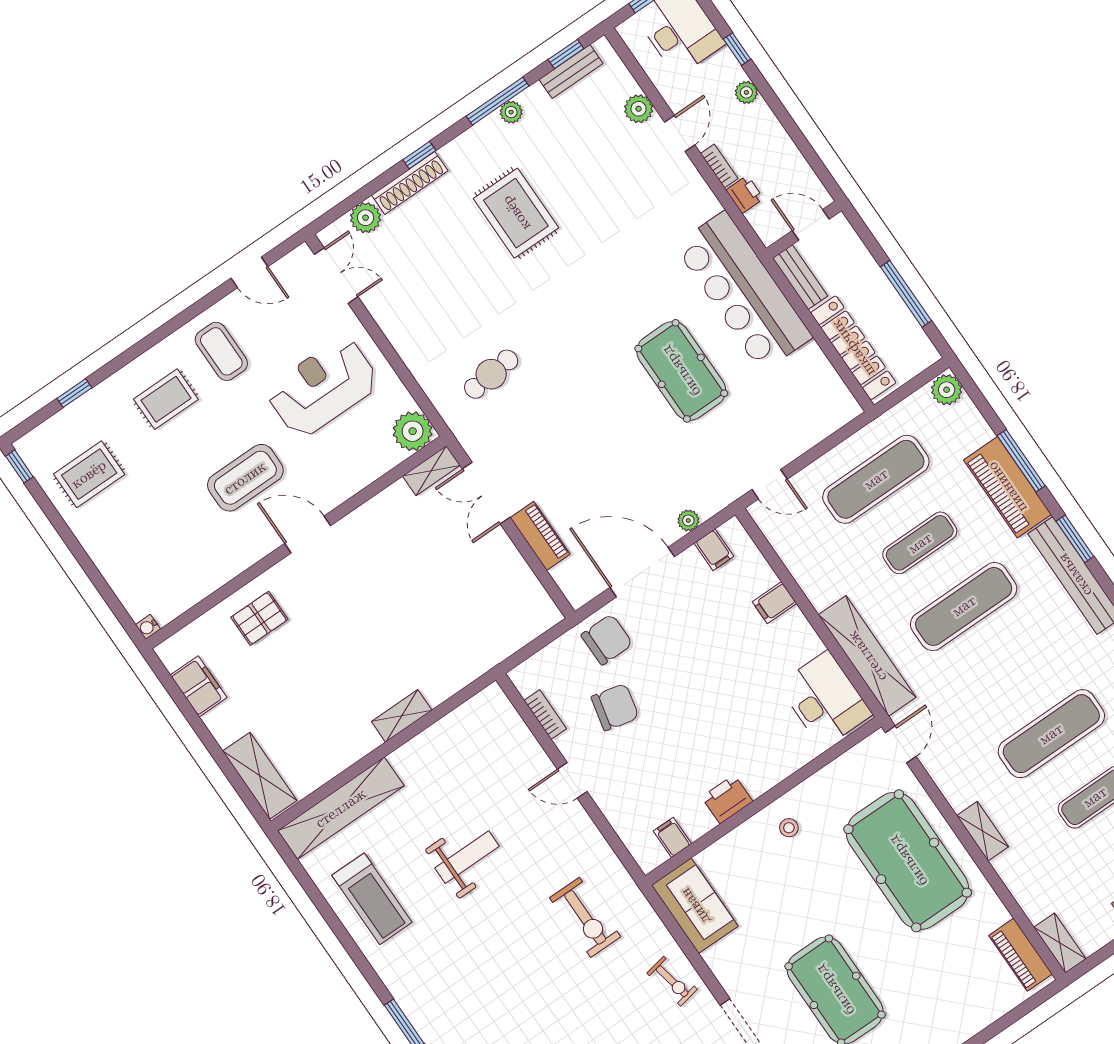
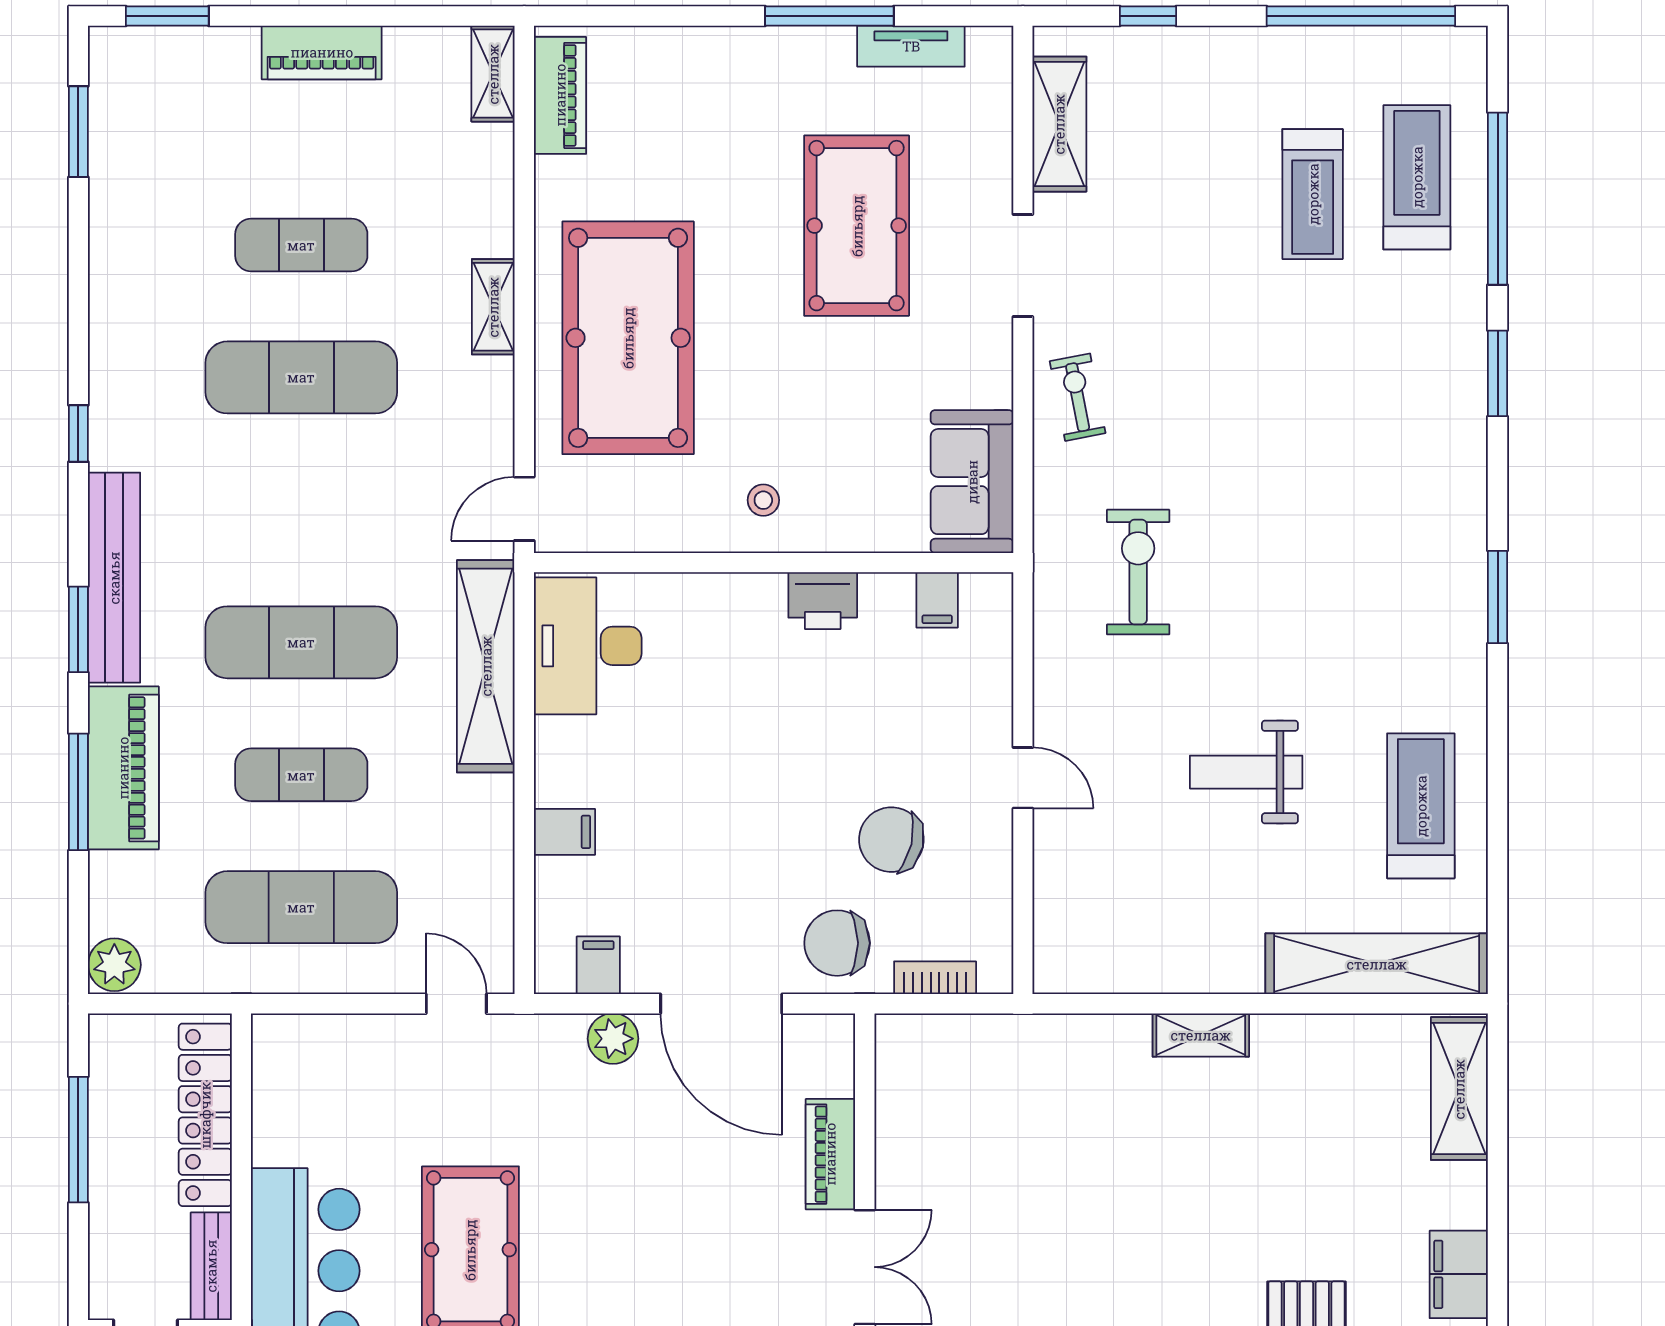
plant: (688, 520) -> (613, 1039), width x1.38, depth x1.38
bookcase: (545, 715) -> (935, 978), moved, turned 90

